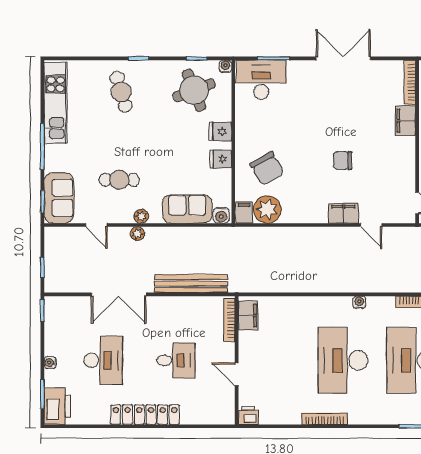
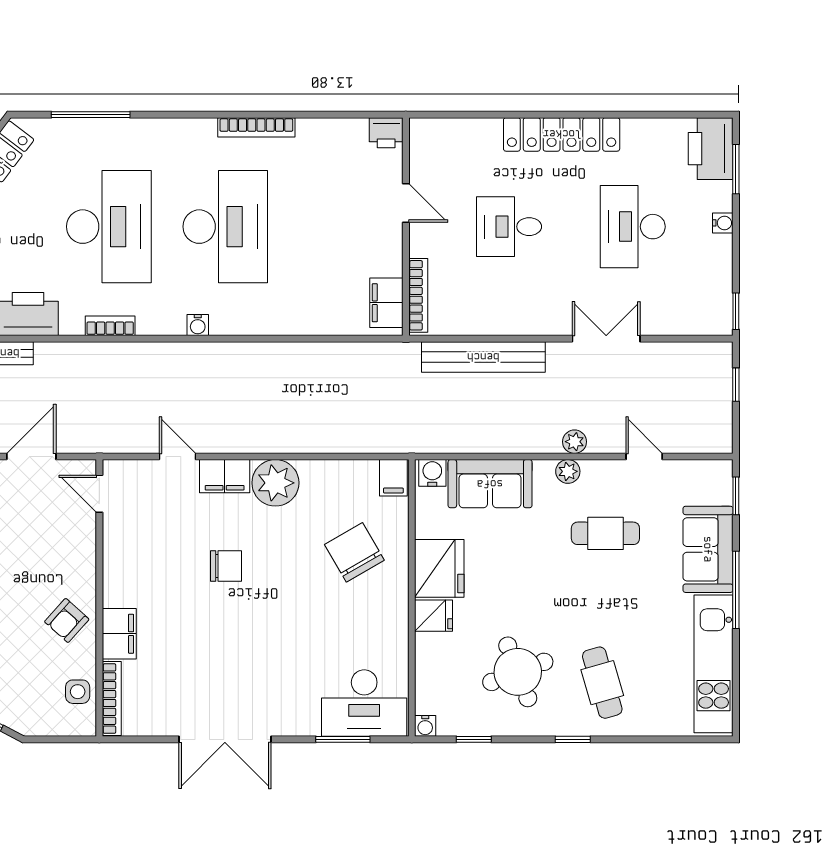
round table: (194, 90) -> (518, 672), moved
fridge: (221, 159) -> (439, 568), width x1.88, depth x1.34
sofa: (59, 198) -> (708, 549), moved
plant: (267, 209) -> (275, 483), moved
double door: (119, 294) -> (606, 339), width x0.73

